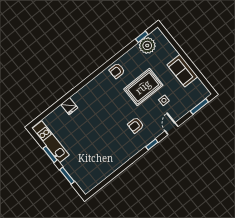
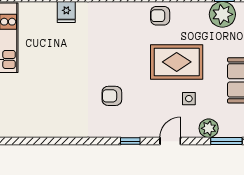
plant: (185, 107) -> (209, 128), added
armchair: (136, 125) -> (112, 96), moved

